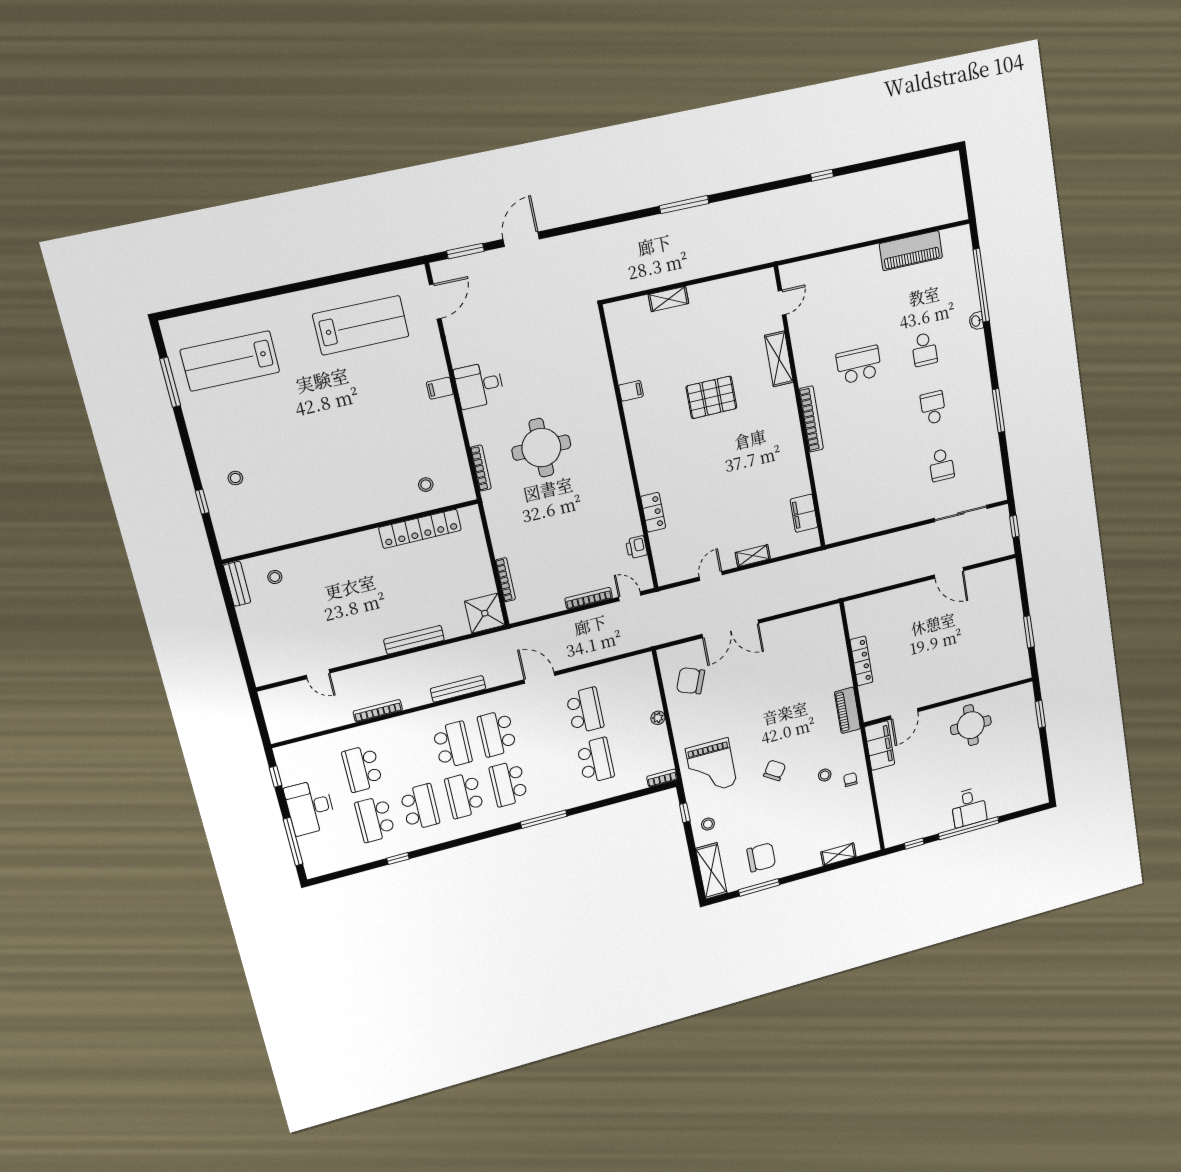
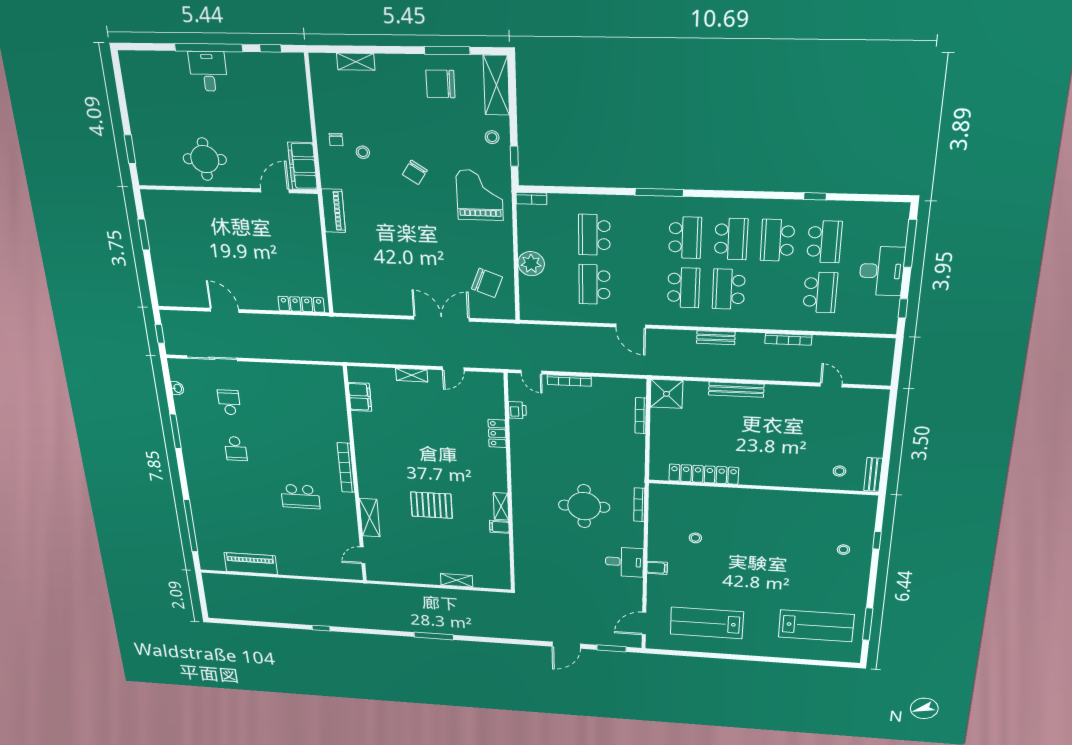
washbasin: (976, 321) -> (177, 388), moved
school desk: (924, 349) -> (242, 493), removed
shelving: (634, 419) -> (501, 506), added
stool: (426, 485) -> (695, 538), moved
locker: (861, 661) -> (301, 304), moved, turned 90
bench: (458, 689) -> (716, 338), width x0.73
plant: (658, 718) -> (531, 264), width x1.87, depth x1.87

